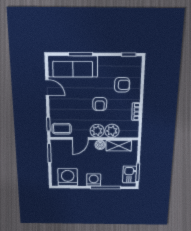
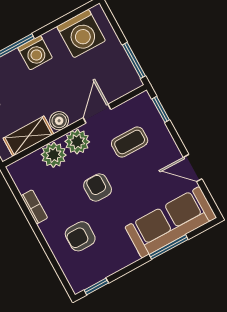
coffee table: (62, 129) -> (130, 142), moved

